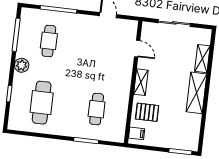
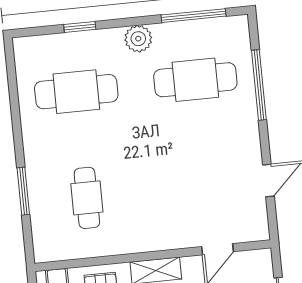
cafe table: (49, 41) -> (195, 80), width x1.37, depth x1.35
cafe table: (97, 109) -> (87, 198), turned 90

